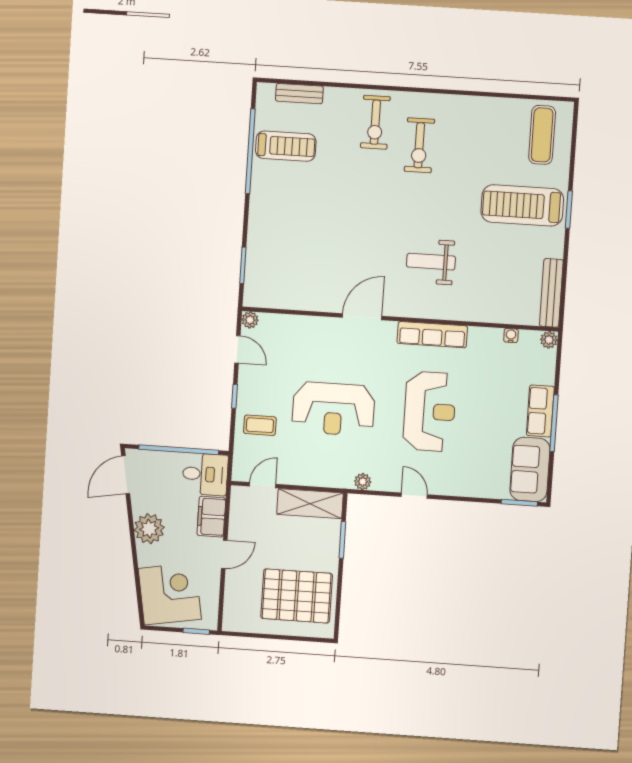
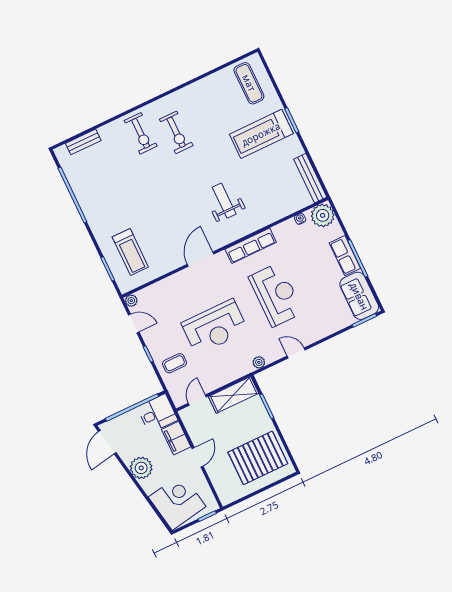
treadmill: (286, 146) -> (130, 252), moved, turned 90
weight bench: (431, 262) -> (224, 201), turned 90
plant: (549, 340) -> (323, 215), width x1.87, depth x1.87

